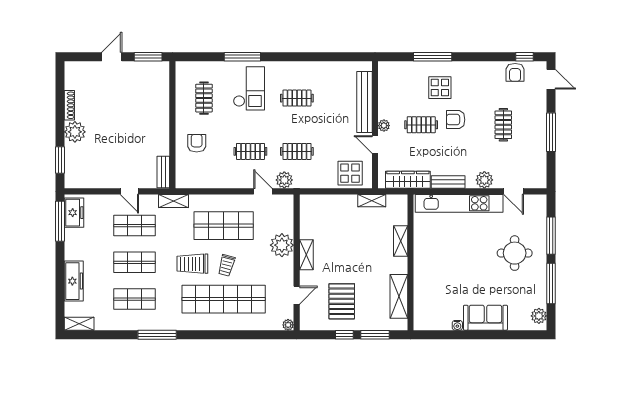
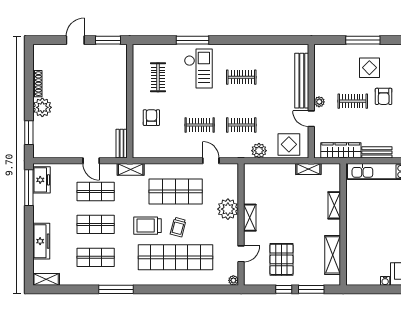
armchair: (456, 120) -> (384, 96), turned -90
plant: (284, 180) -> (259, 151), moved

